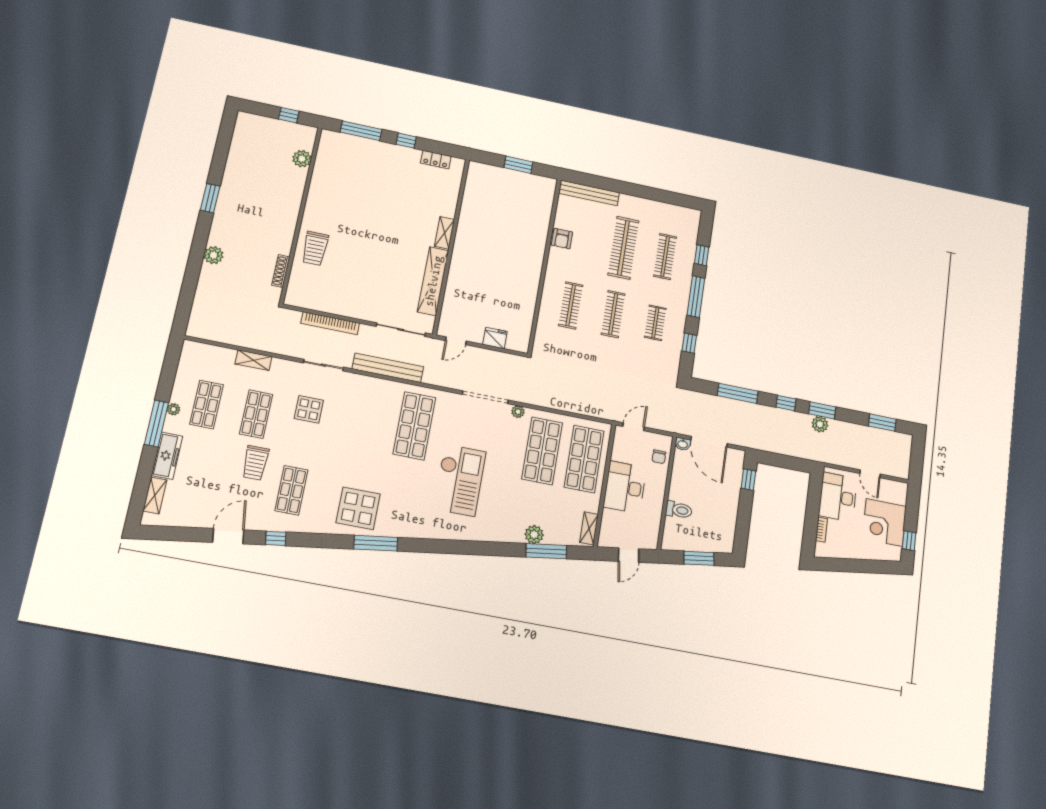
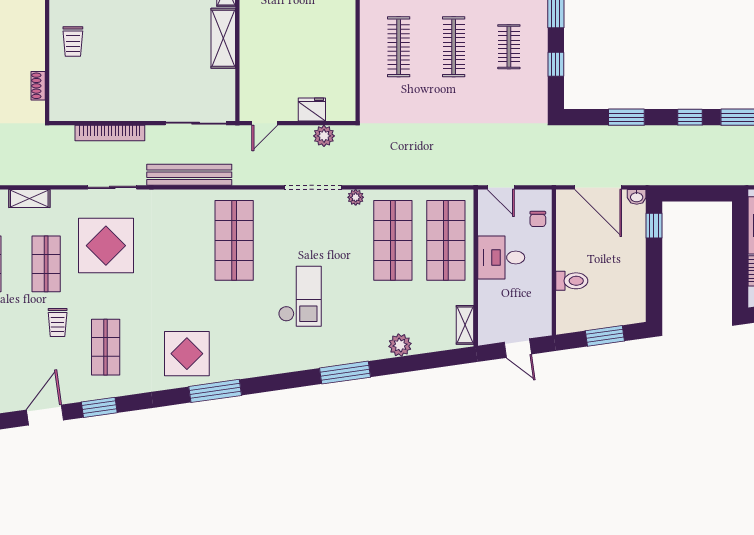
trolley: (315, 248) -> (73, 41), width x0.73, depth x0.72
shoe rack: (281, 271) -> (38, 86), width x0.70
shelving: (433, 281) -> (223, 38), width x0.68
window: (738, 393) -> (626, 117), width x0.69
display table: (309, 409) -> (106, 246), width x1.86, depth x1.86
plant: (820, 424) -> (324, 136), moved
door: (633, 427) -> (501, 187), swing flipped
washbasin: (683, 444) -> (637, 197), moved
trolley: (255, 463) -> (58, 323), width x0.73, depth x0.72
checkout: (460, 480) -> (300, 296), width x0.73, depth x0.83
desk: (625, 487) -> (501, 257), width x0.73
window: (276, 538) -> (99, 407), width x1.50
window: (546, 551) -> (345, 373), moved
door: (629, 555) -> (518, 348), hinge flipped

